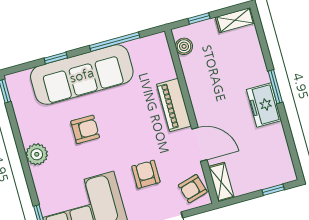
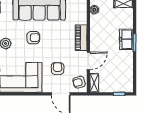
freezer: (264, 105) -> (126, 39), moved
door: (199, 144) -> (88, 61), hinge flipped

